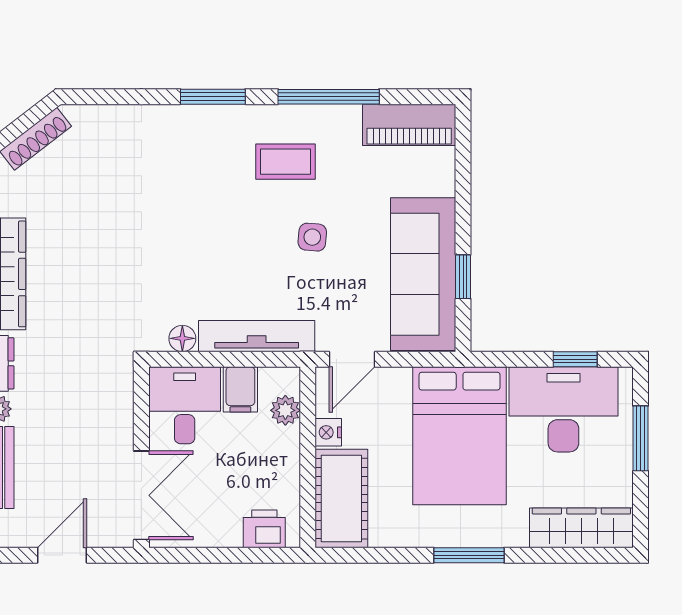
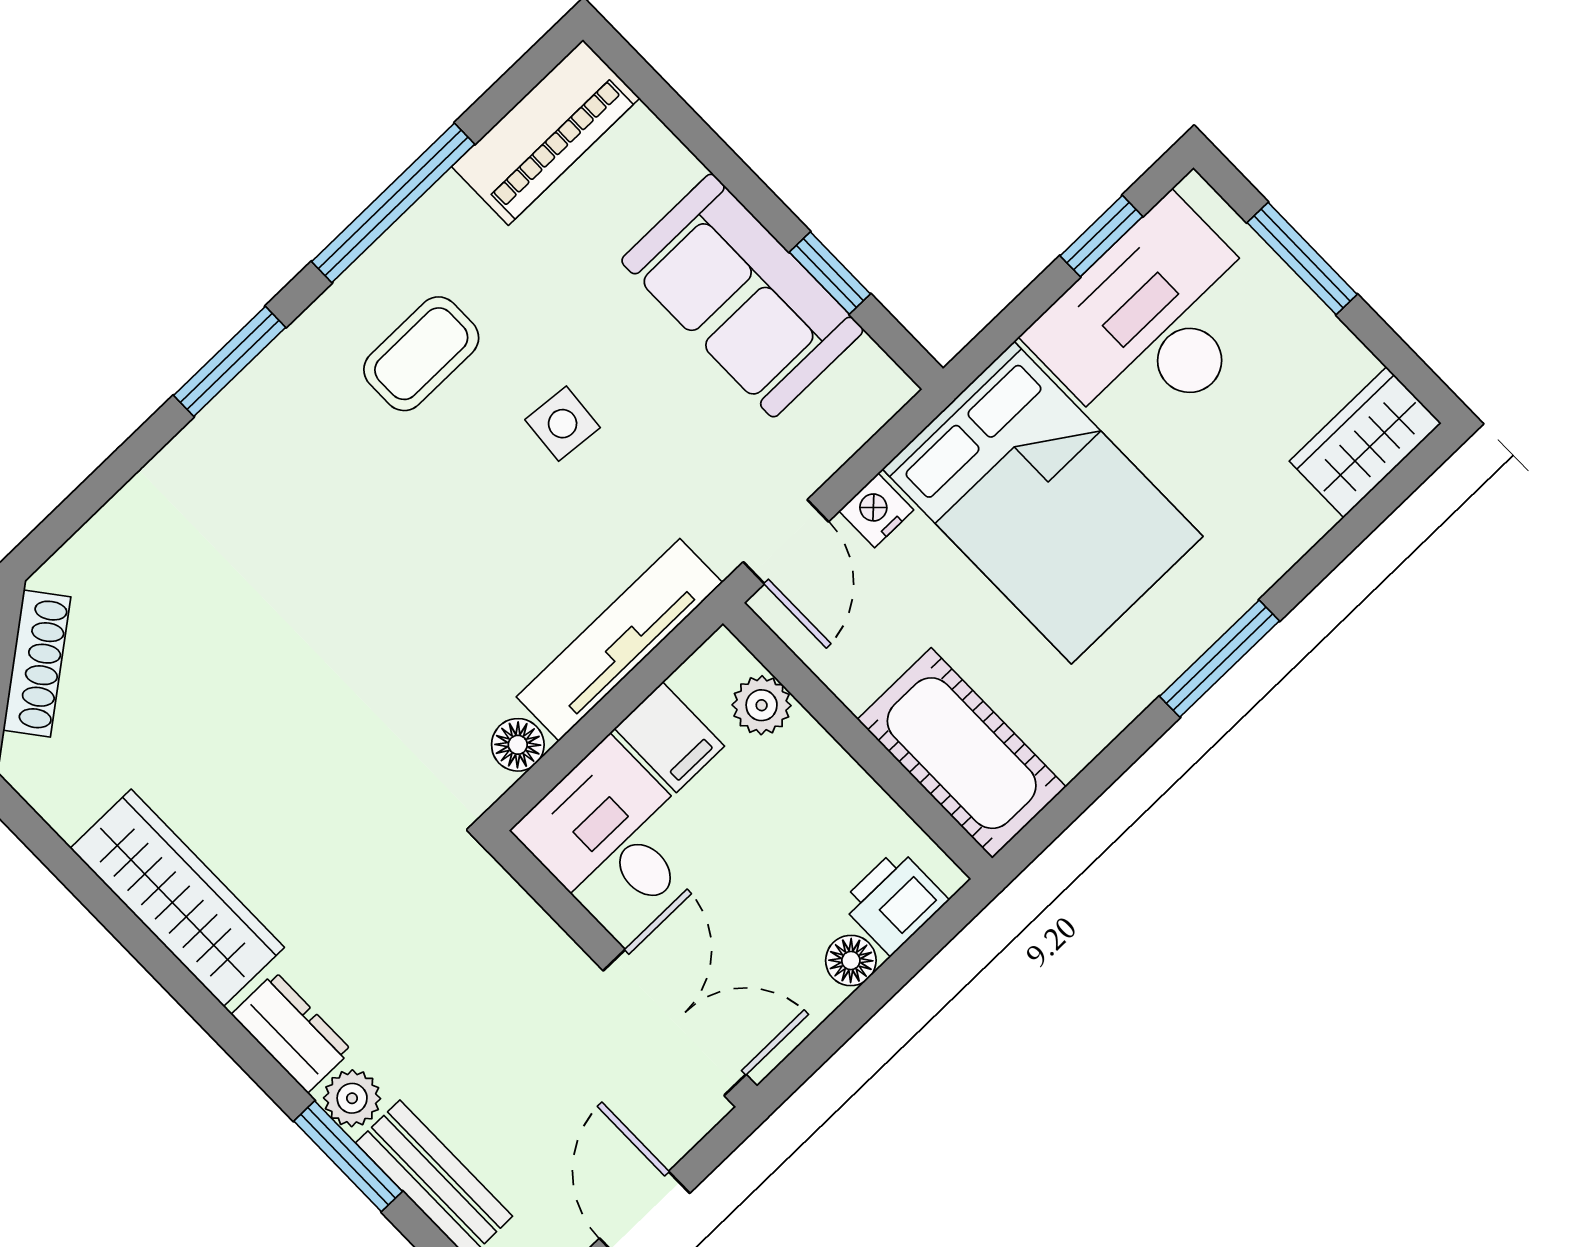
sofa: (423, 274) -> (742, 296), width x0.73
nightstand: (328, 432) -> (876, 510), moved, turned 90
wardrobe: (581, 528) -> (1365, 442), width x0.67
floor lamp: (228, 535) -> (851, 961), added

